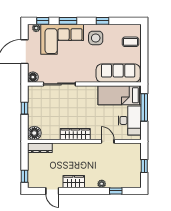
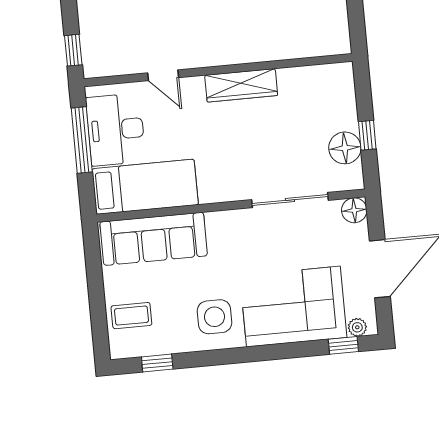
window: (68, 21) -> (284, 351), removed
window: (102, 21) -> (157, 363), moved
window: (144, 107) -> (82, 140), moved
floor lamp: (34, 133) -> (345, 148), moved
dresser: (40, 148) -> (322, 45), removed
window: (144, 166) -> (73, 50), moved

